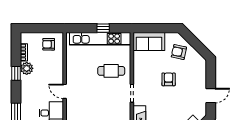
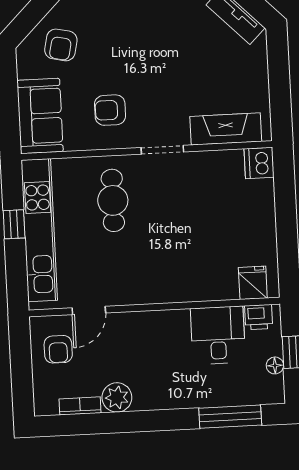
window: (16, 73) -> (130, 422), removed
armchair: (169, 79) -> (110, 110), moved
door: (65, 91) -> (89, 310), moved

